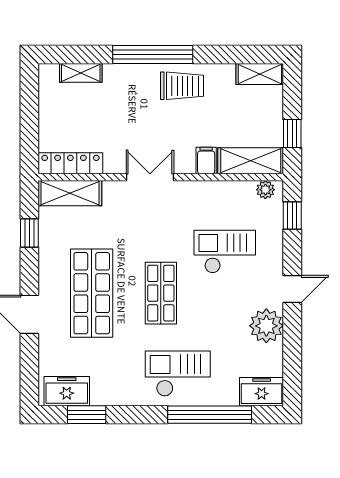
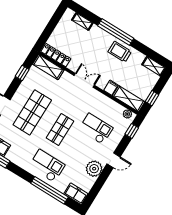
trolley: (182, 86) -> (120, 52), turned 180

